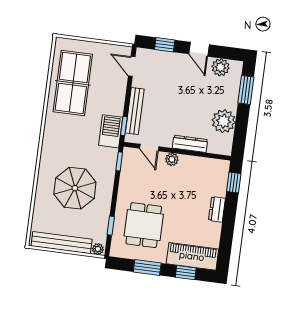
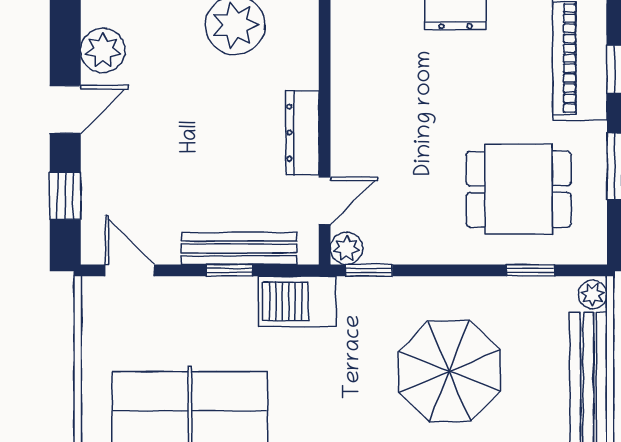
door: (132, 66) -> (130, 270), swing flipped
window: (124, 126) -> (229, 270), moved
dresser: (190, 144) -> (302, 133), moved
plant: (172, 159) -> (347, 248), moved

